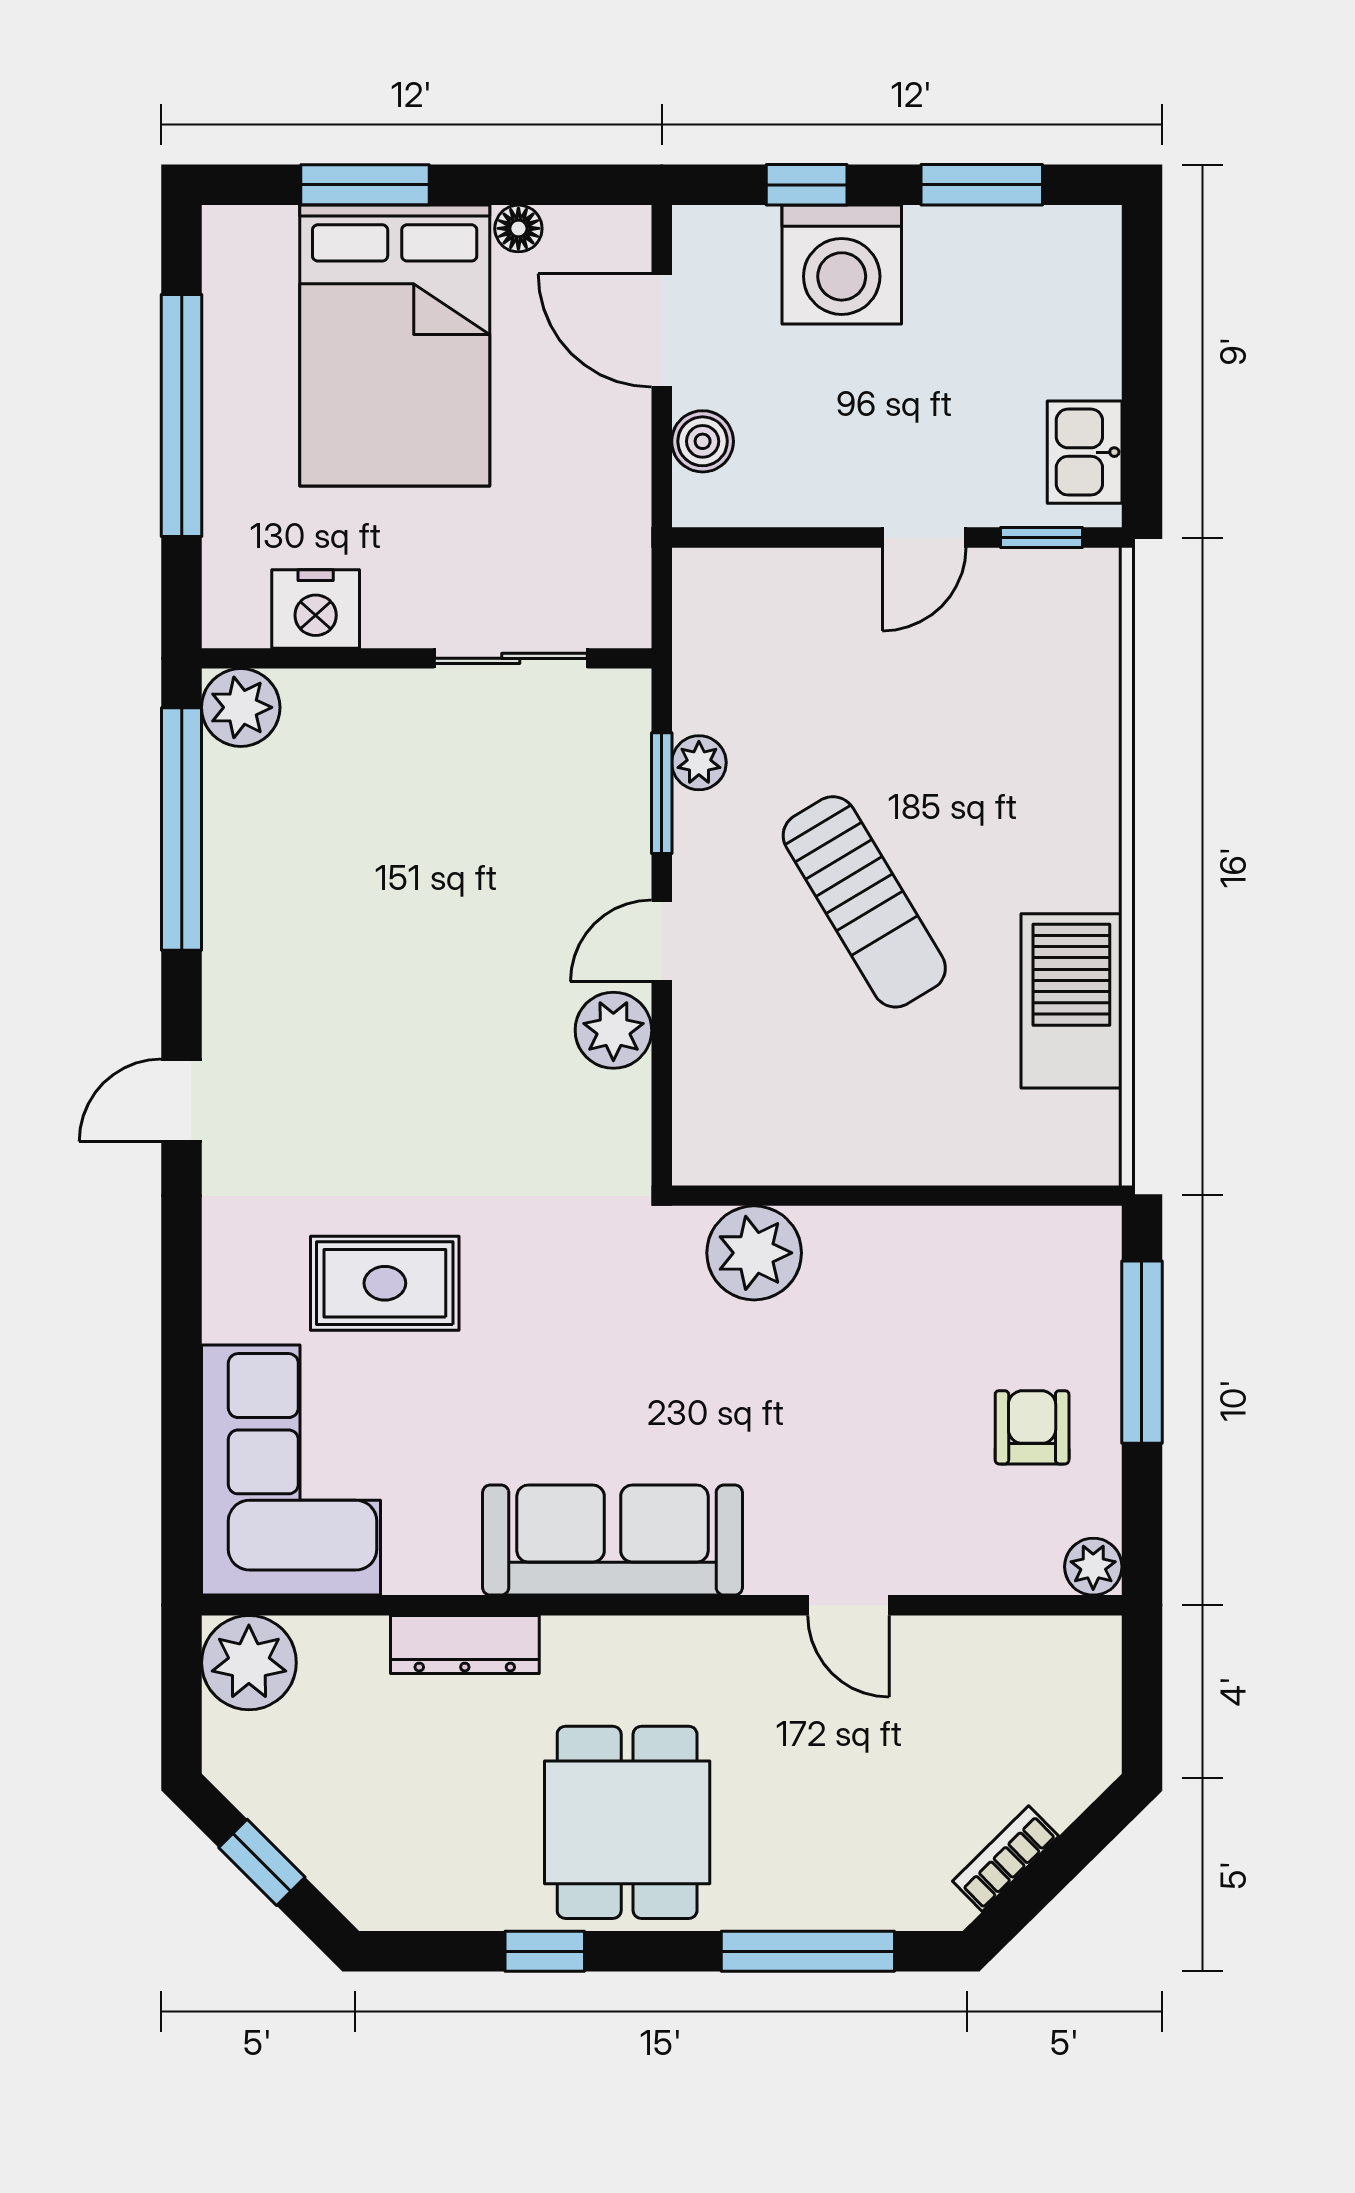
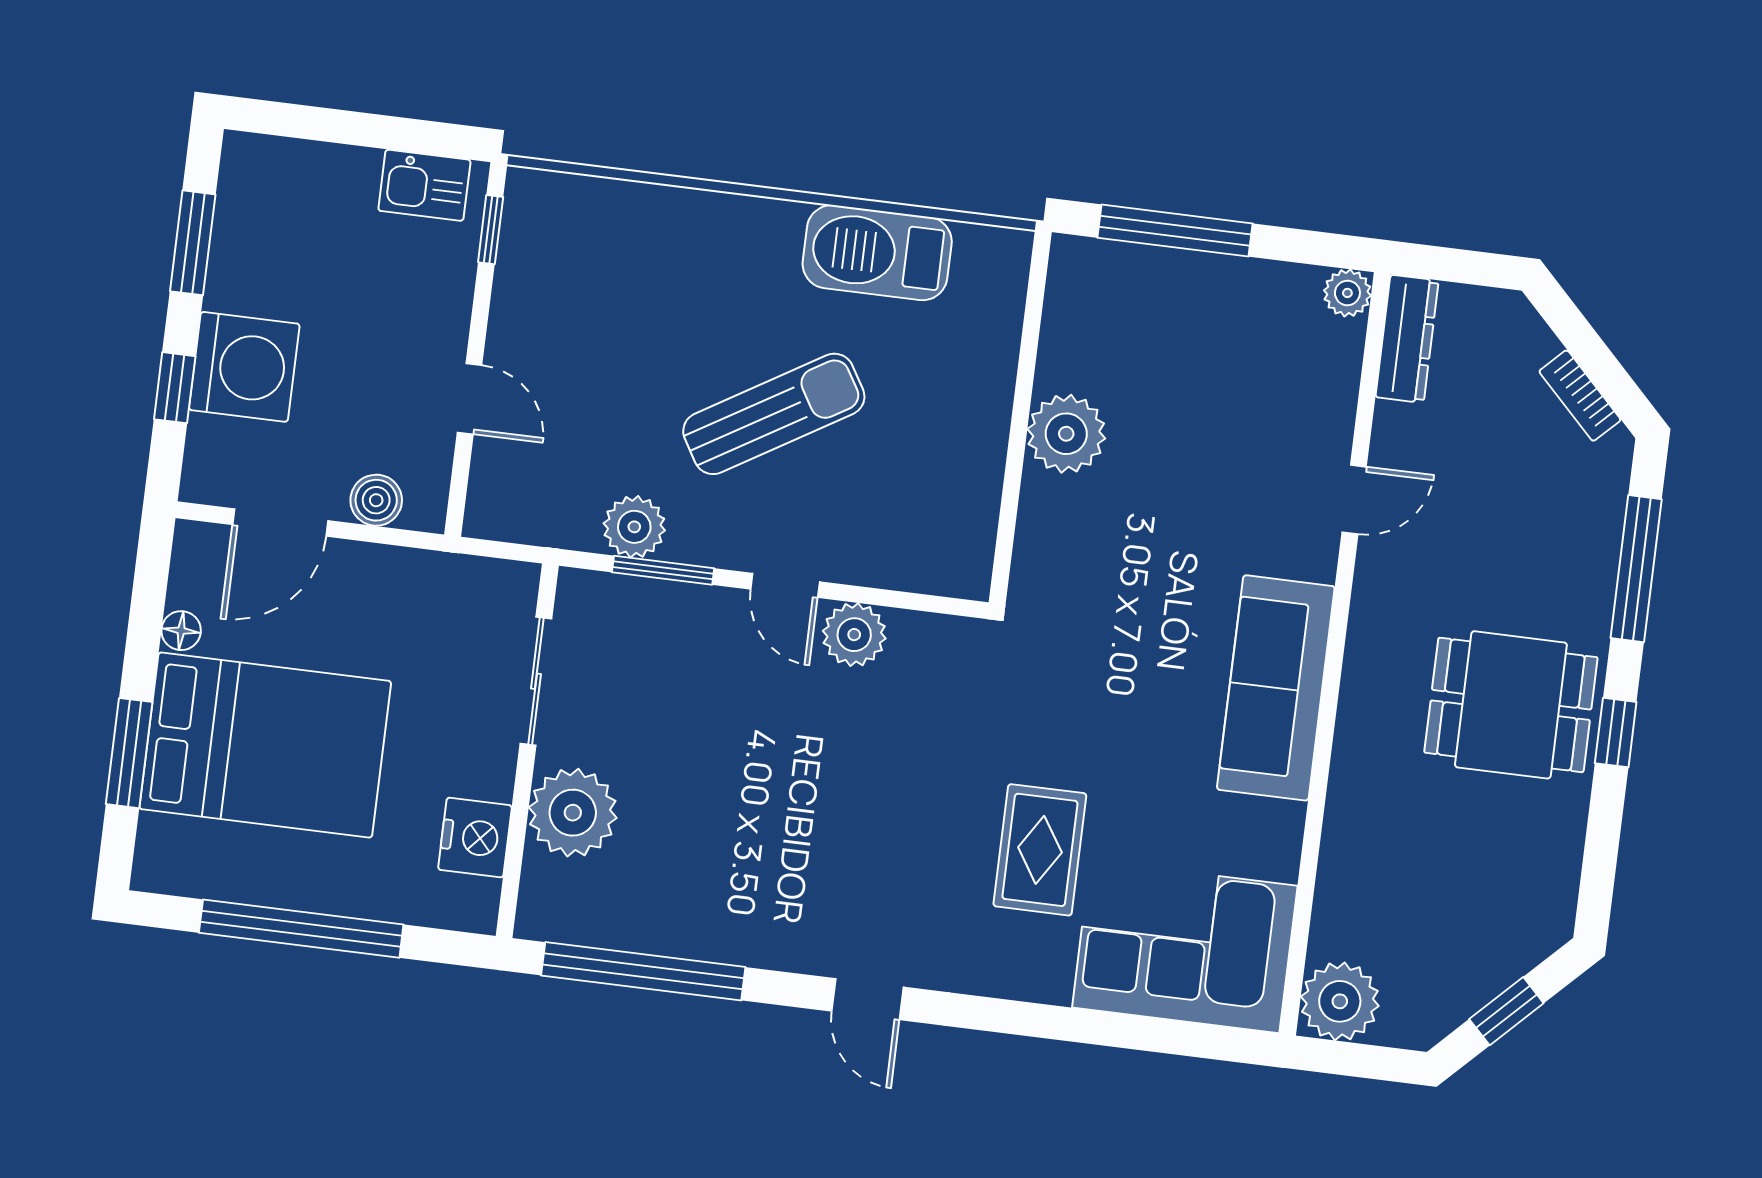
door: (924, 537) -> (470, 399), moved
plant: (241, 707) -> (573, 813), moved, width x1.36, depth x1.36
plant: (699, 763) -> (634, 527), width x1.38, depth x1.38
plant: (754, 1253) -> (1066, 434), moved
armchair: (1032, 1427) -> (1226, 329), removed
dresser: (465, 1644) -> (1407, 339), moved
window: (545, 1951) -> (1616, 733), moved

